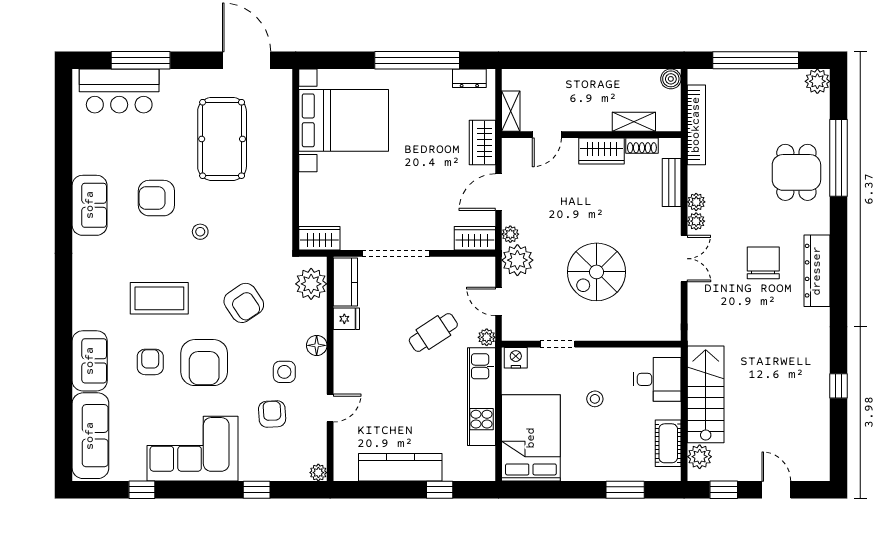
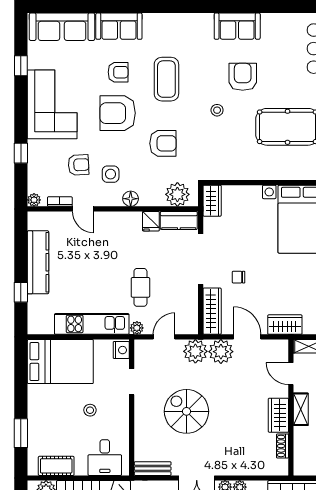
shelving: (634, 122) -> (301, 409), moved
bench: (672, 183) -> (153, 469), moved
chair: (420, 204) -> (238, 277), added
plant: (510, 234) -> (221, 352), width x1.88, depth x1.88
wardrobe: (475, 238) -> (212, 311), width x1.50
armchair: (244, 303) -> (163, 143), turned -146
cafe table: (433, 332) -> (140, 287), turned 33
bookcase: (320, 439) -> (60, 202), added

